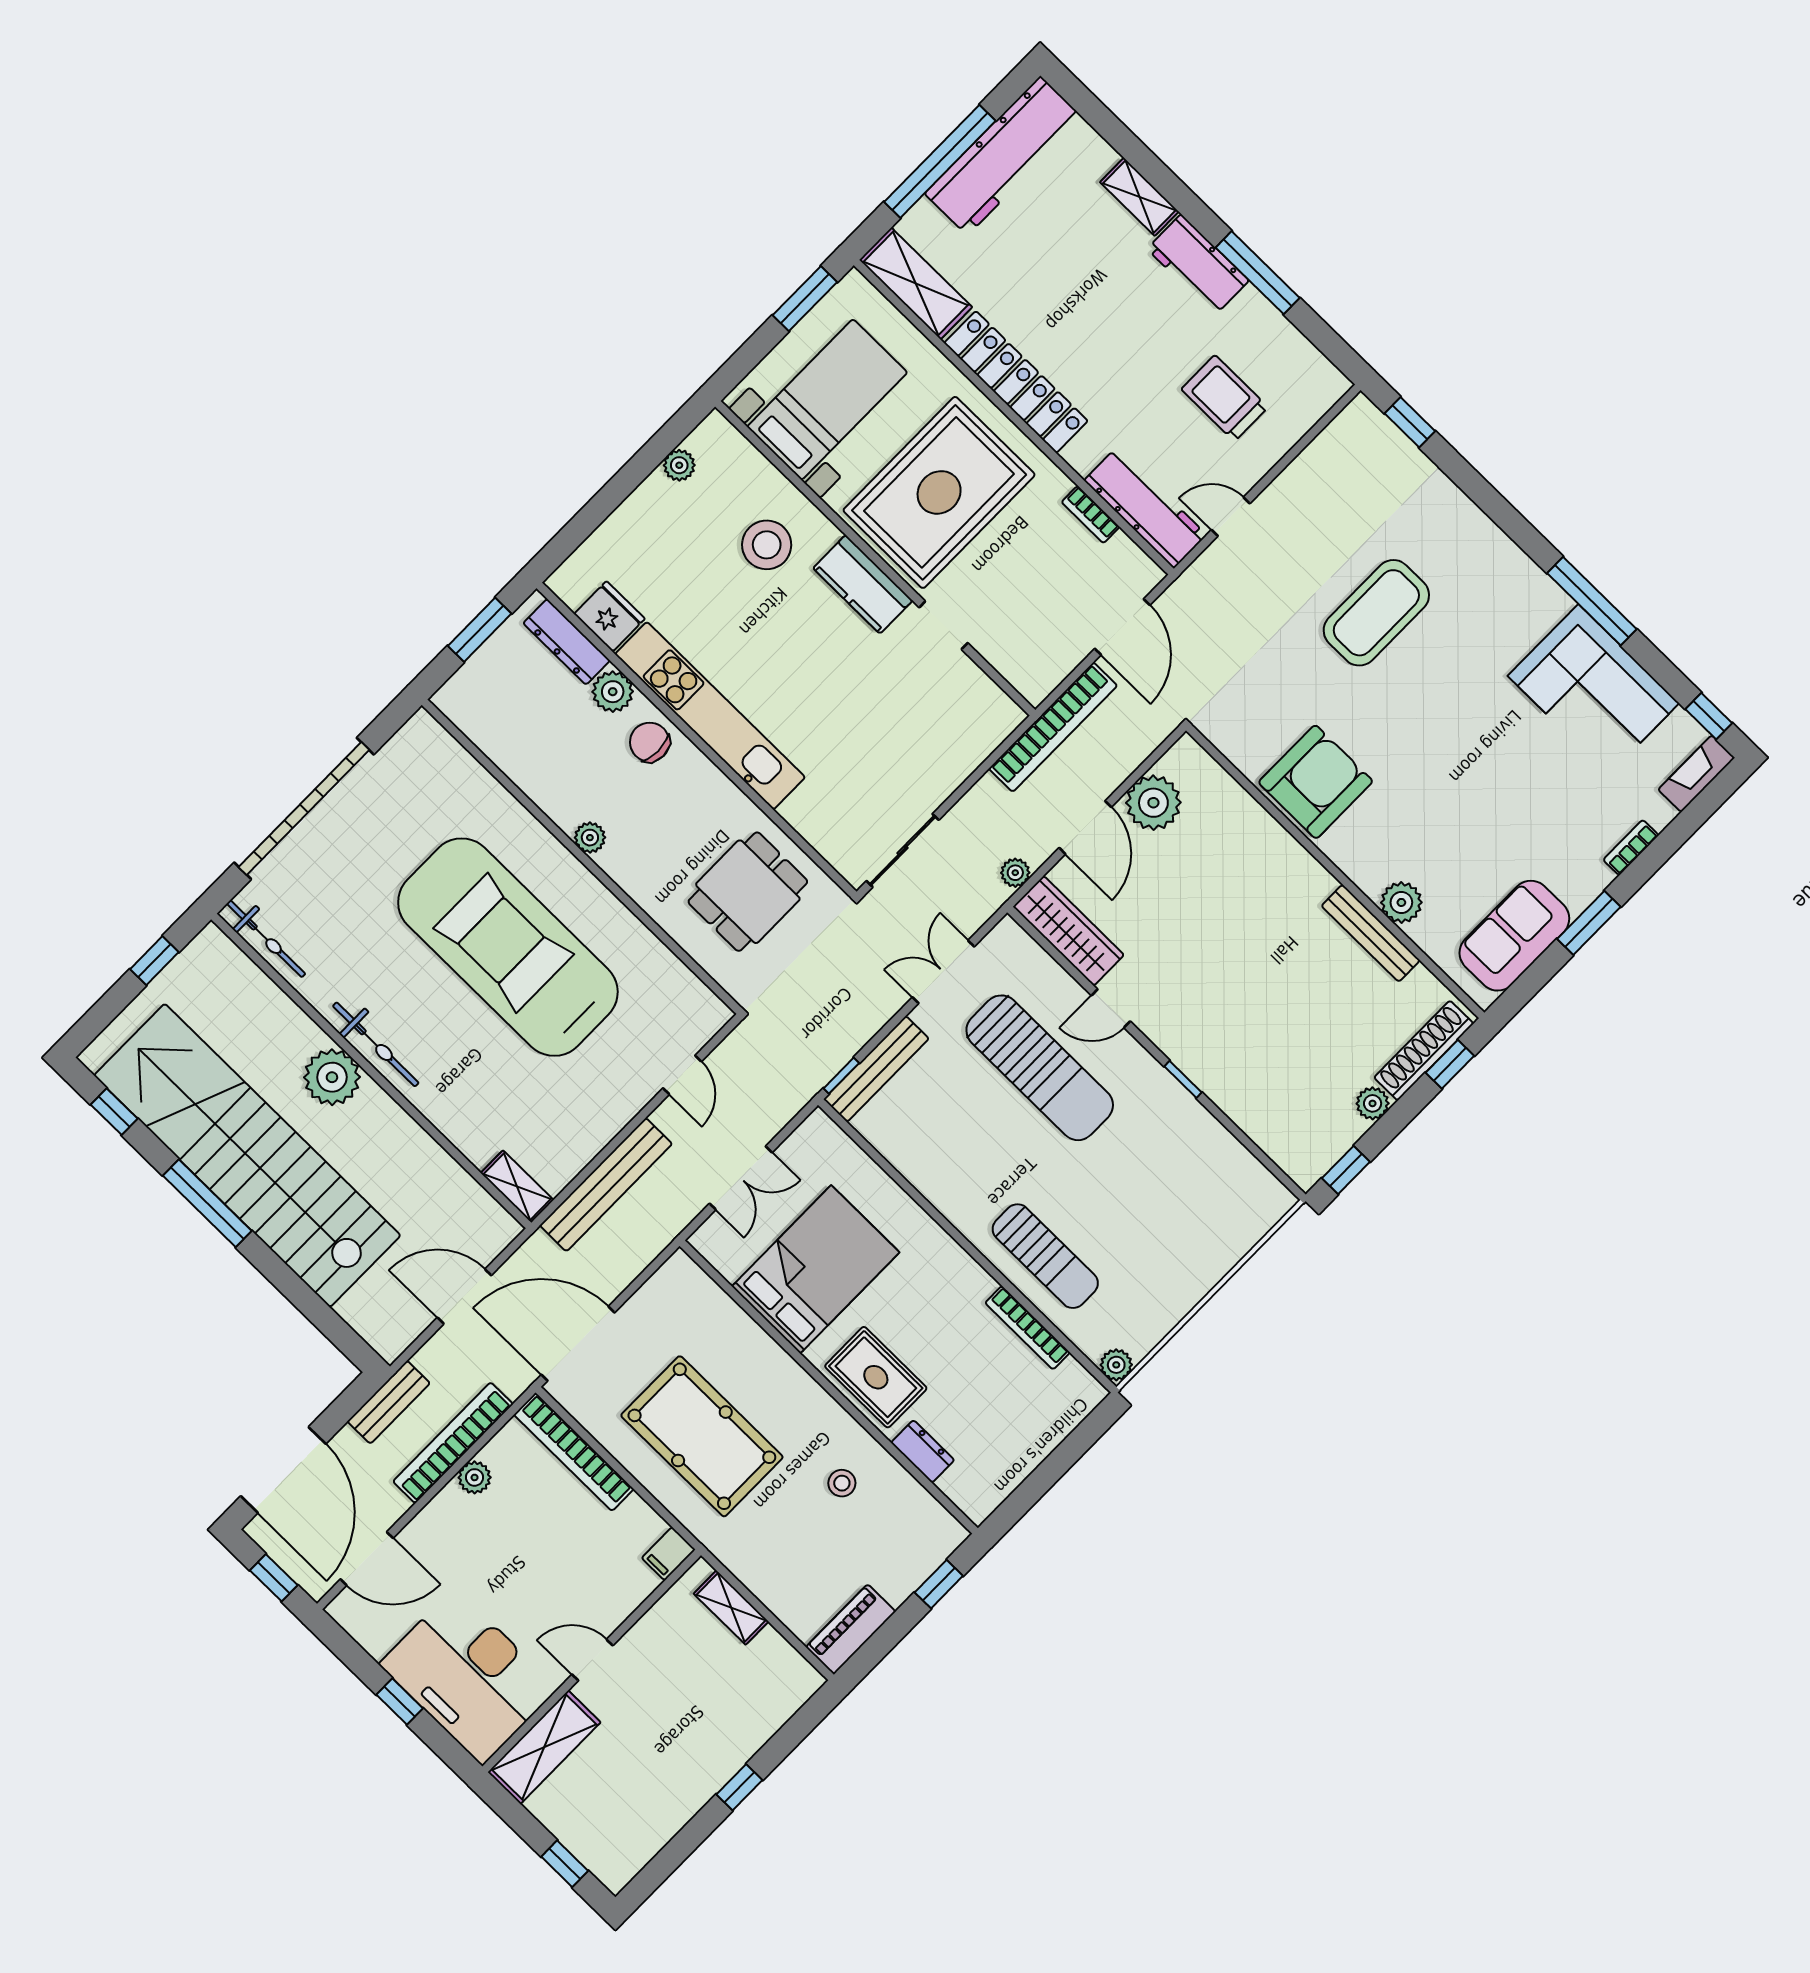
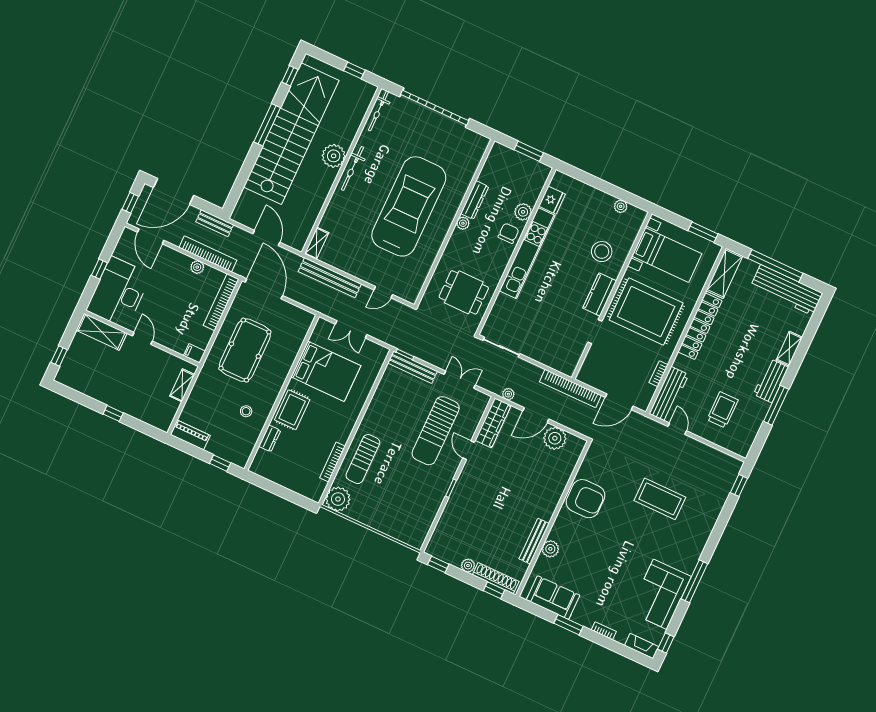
dresser: (567, 642) -> (475, 200), moved, turned 180
plant: (1116, 1365) -> (338, 499), width x1.88, depth x1.88

